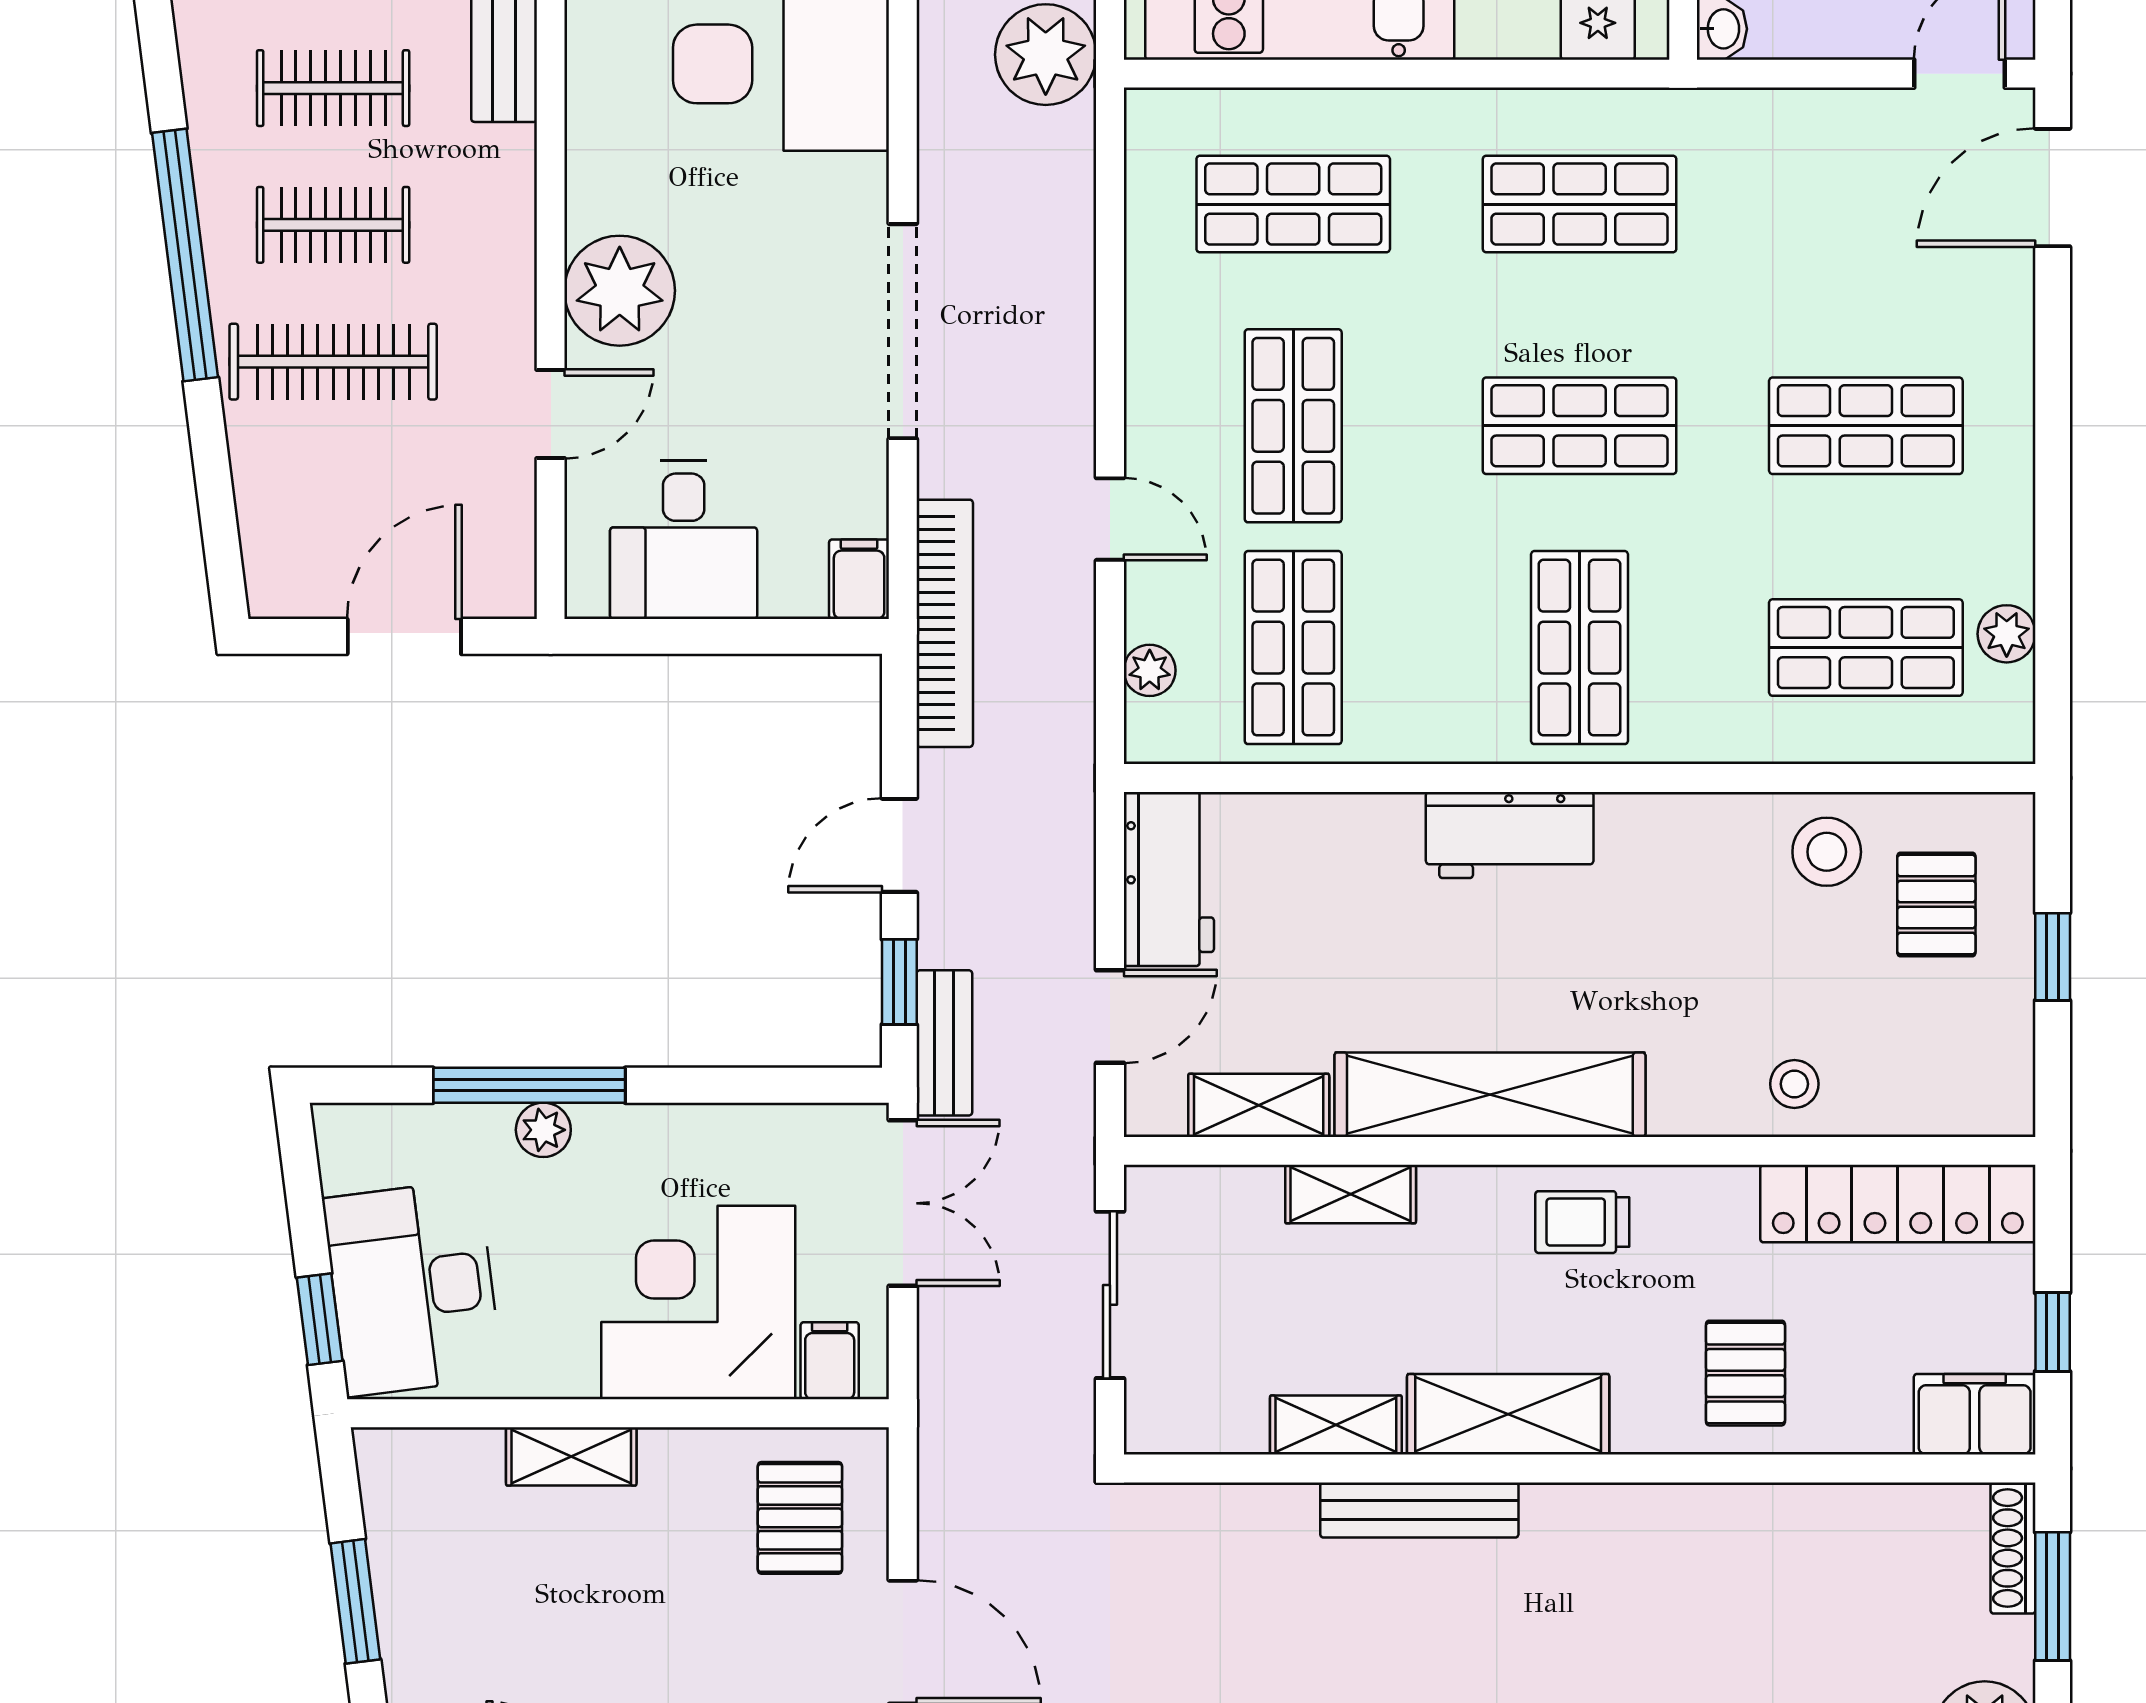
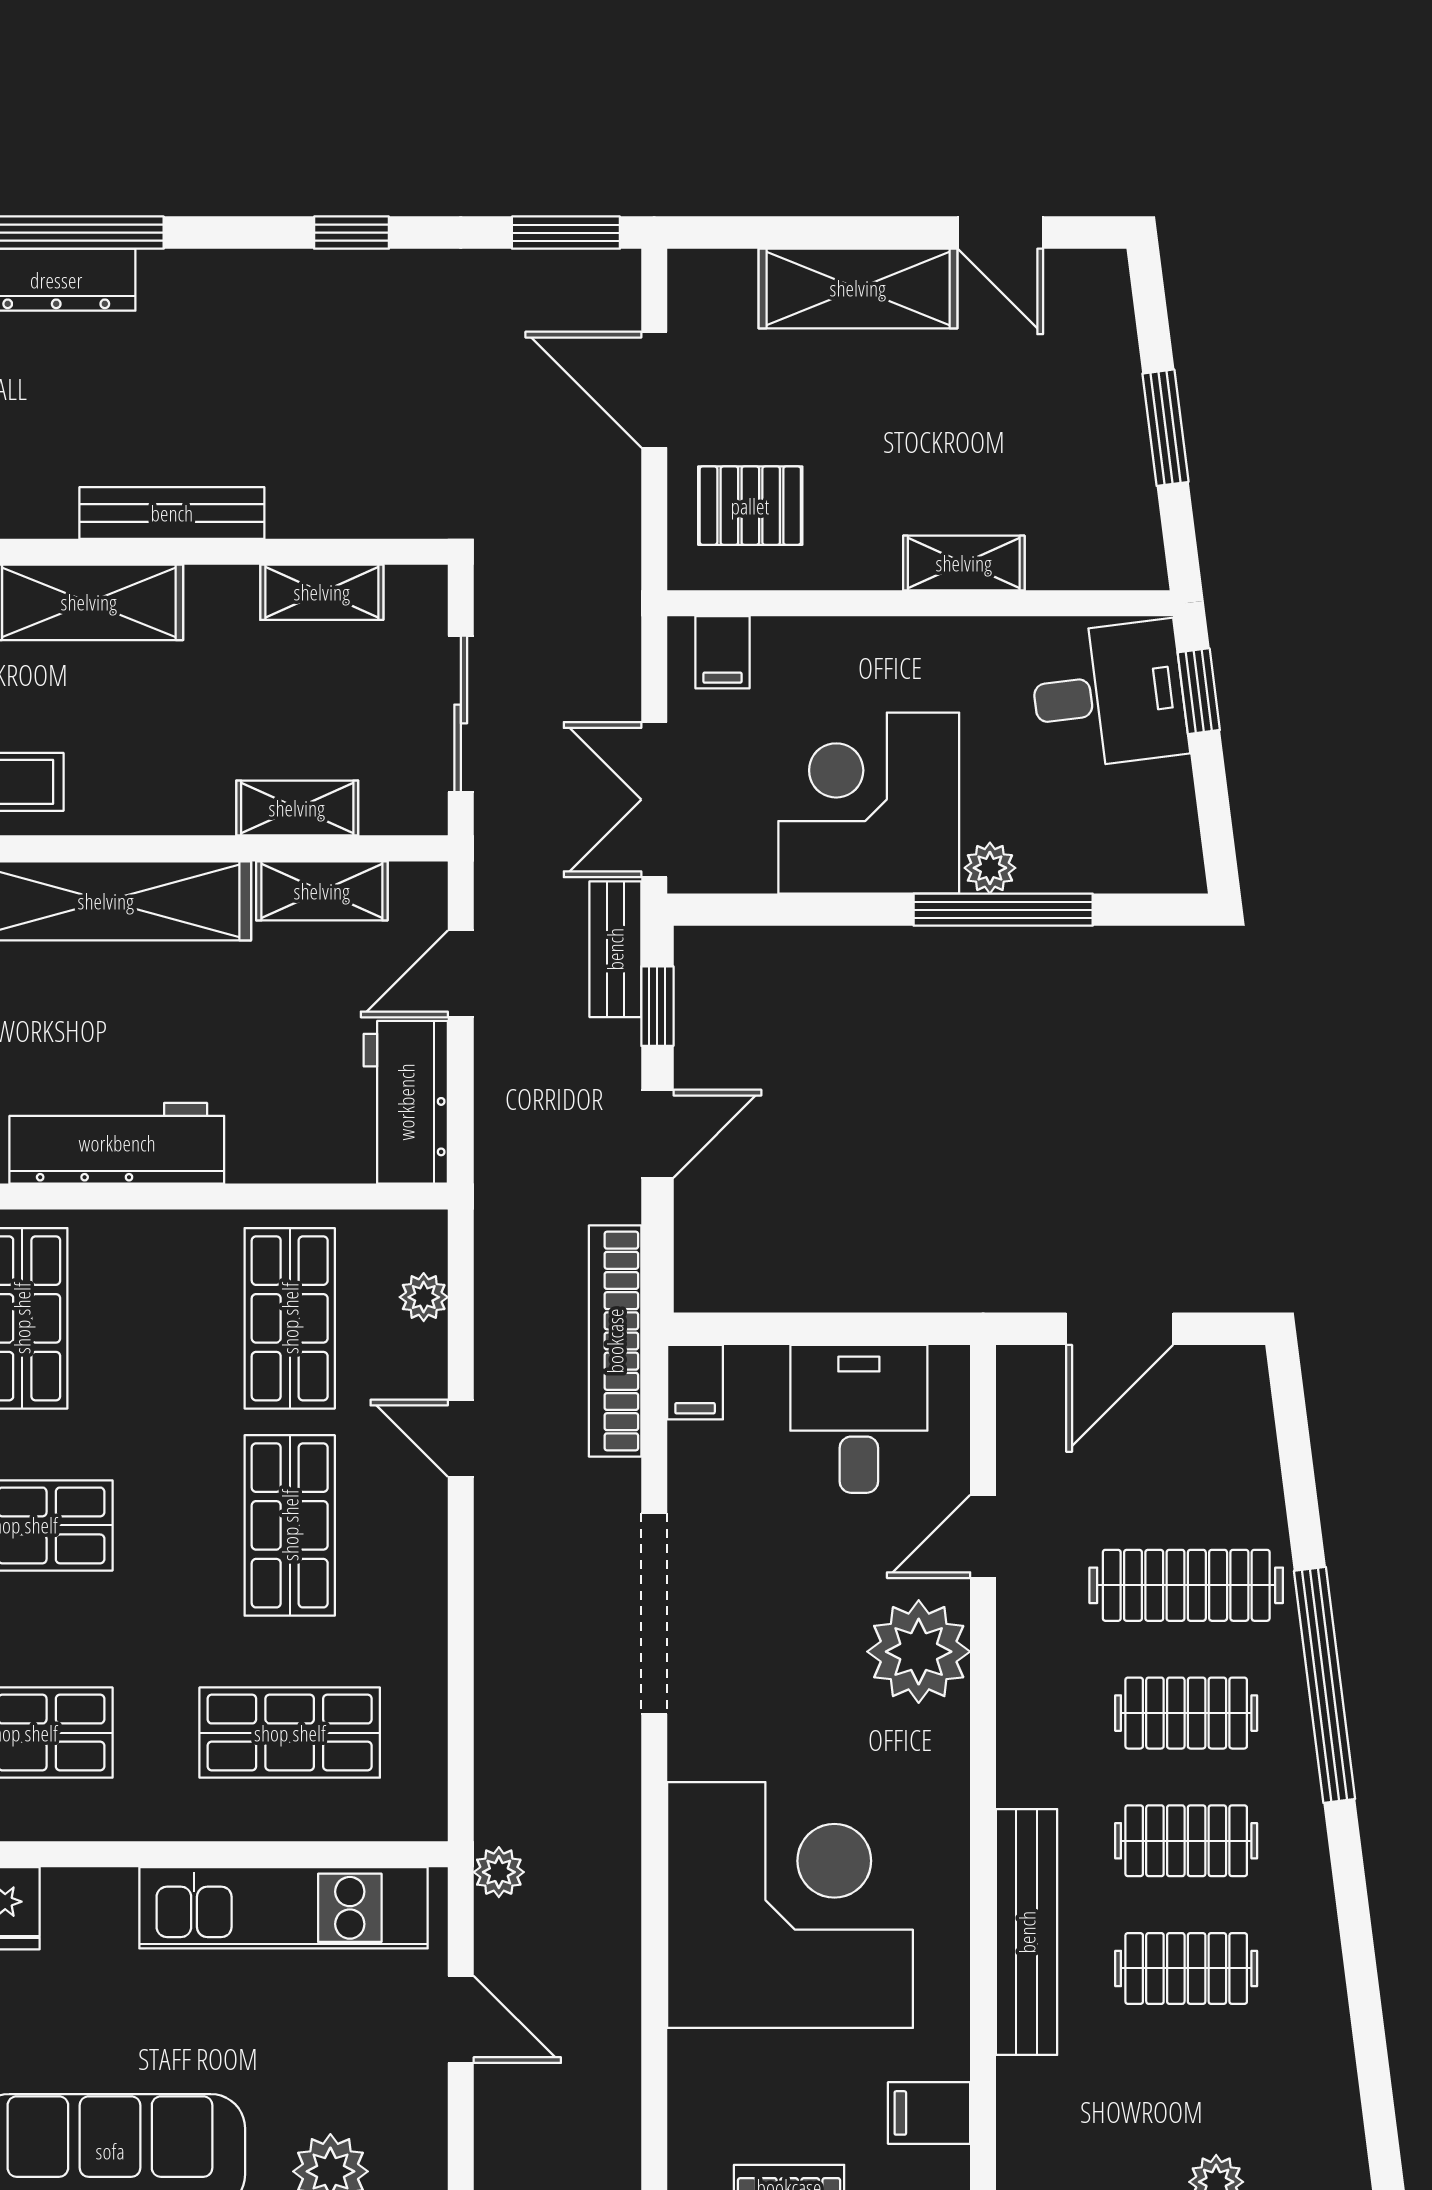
plant: (1046, 55) -> (499, 1872), width x0.53, depth x0.53
workbench: (1510, 835) -> (117, 1143), width x1.38
shelving: (1351, 1194) -> (297, 808), moved
desk: (413, 1288) -> (1109, 695), width x0.73
corner desk: (698, 1303) -> (869, 803), moved, turned 180
shelving: (1336, 1425) -> (322, 592), moved
pallet: (800, 1518) -> (750, 506), turned 90

